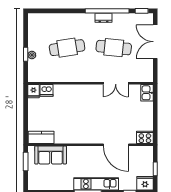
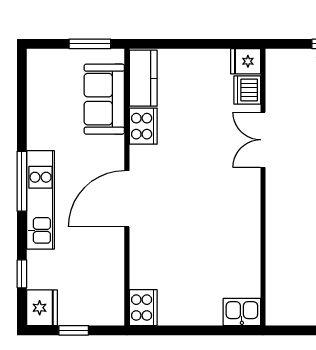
double door: (116, 83) -> (263, 140), moved
cooker: (63, 137) -> (143, 126), added
door: (116, 145) -> (127, 199), moved

